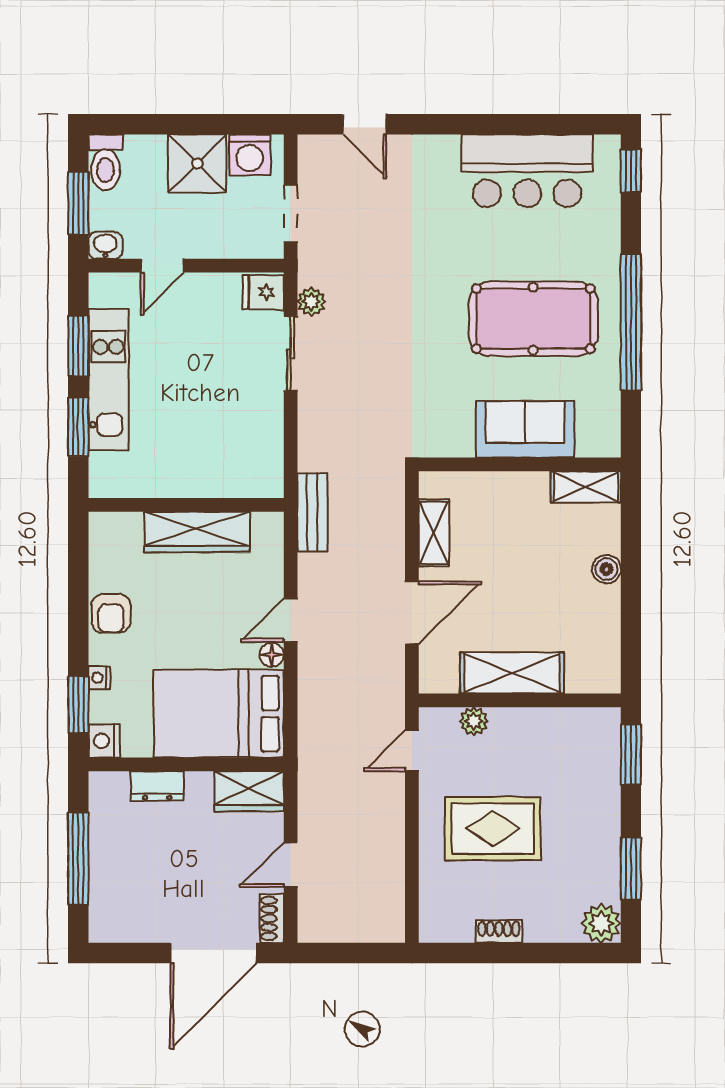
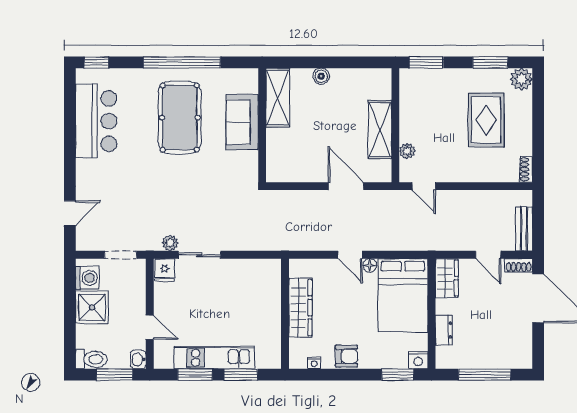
shelving: (586, 487) -> (278, 98), width x1.50, depth x1.33
bench: (312, 512) -> (524, 229), moved, turned 90
shelving: (434, 533) -> (301, 174), removed
nightstand: (99, 678) -> (314, 363), moved
rug: (493, 829) -> (486, 120), moved
shoe rack: (499, 932) -> (526, 169), moved

